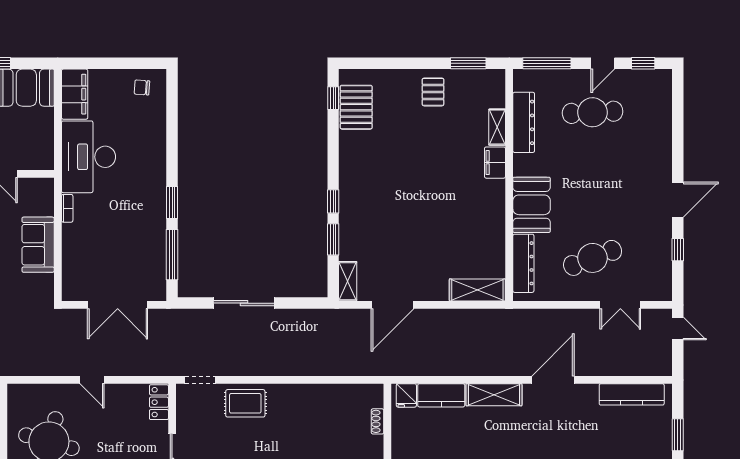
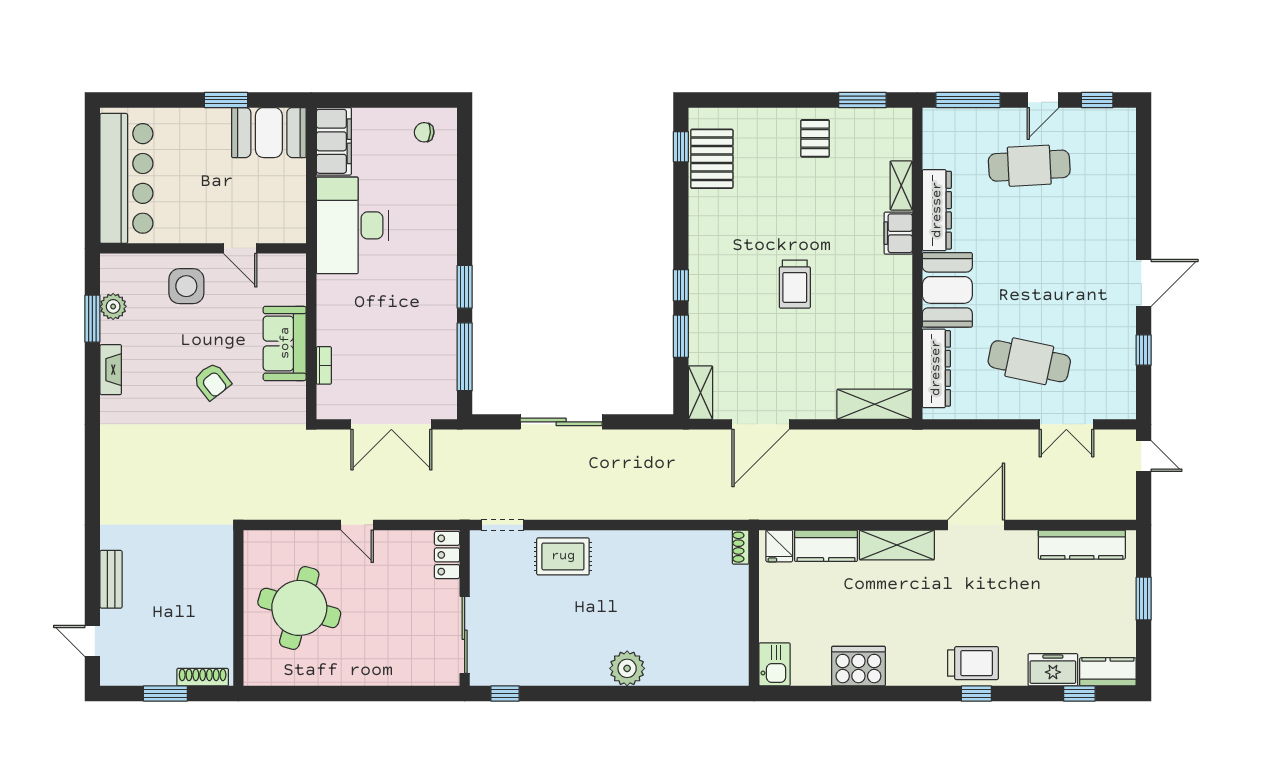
dresser: (524, 122) -> (937, 210), moved
trolley: (418, 200) -> (795, 284), added
bookcase: (67, 208) -> (324, 365), moved
cafe table: (593, 258) -> (1029, 361), turned 33
shoe rack: (378, 421) -> (741, 547), moved

